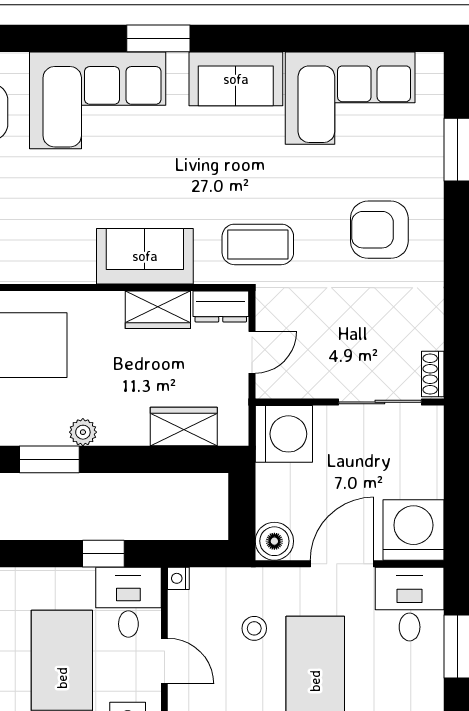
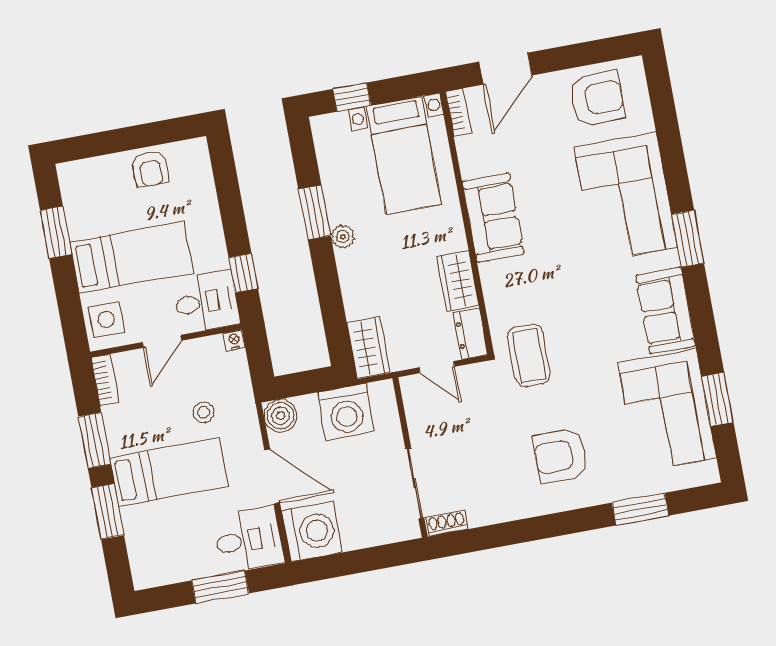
window: (348, 38) -> (717, 399), added
armchair: (379, 230) -> (560, 456), turned -90
sofa: (145, 256) -> (493, 218), moved
wardrobe: (184, 426) -> (368, 348), moved
washing machine: (284, 434) -> (346, 412), moved

